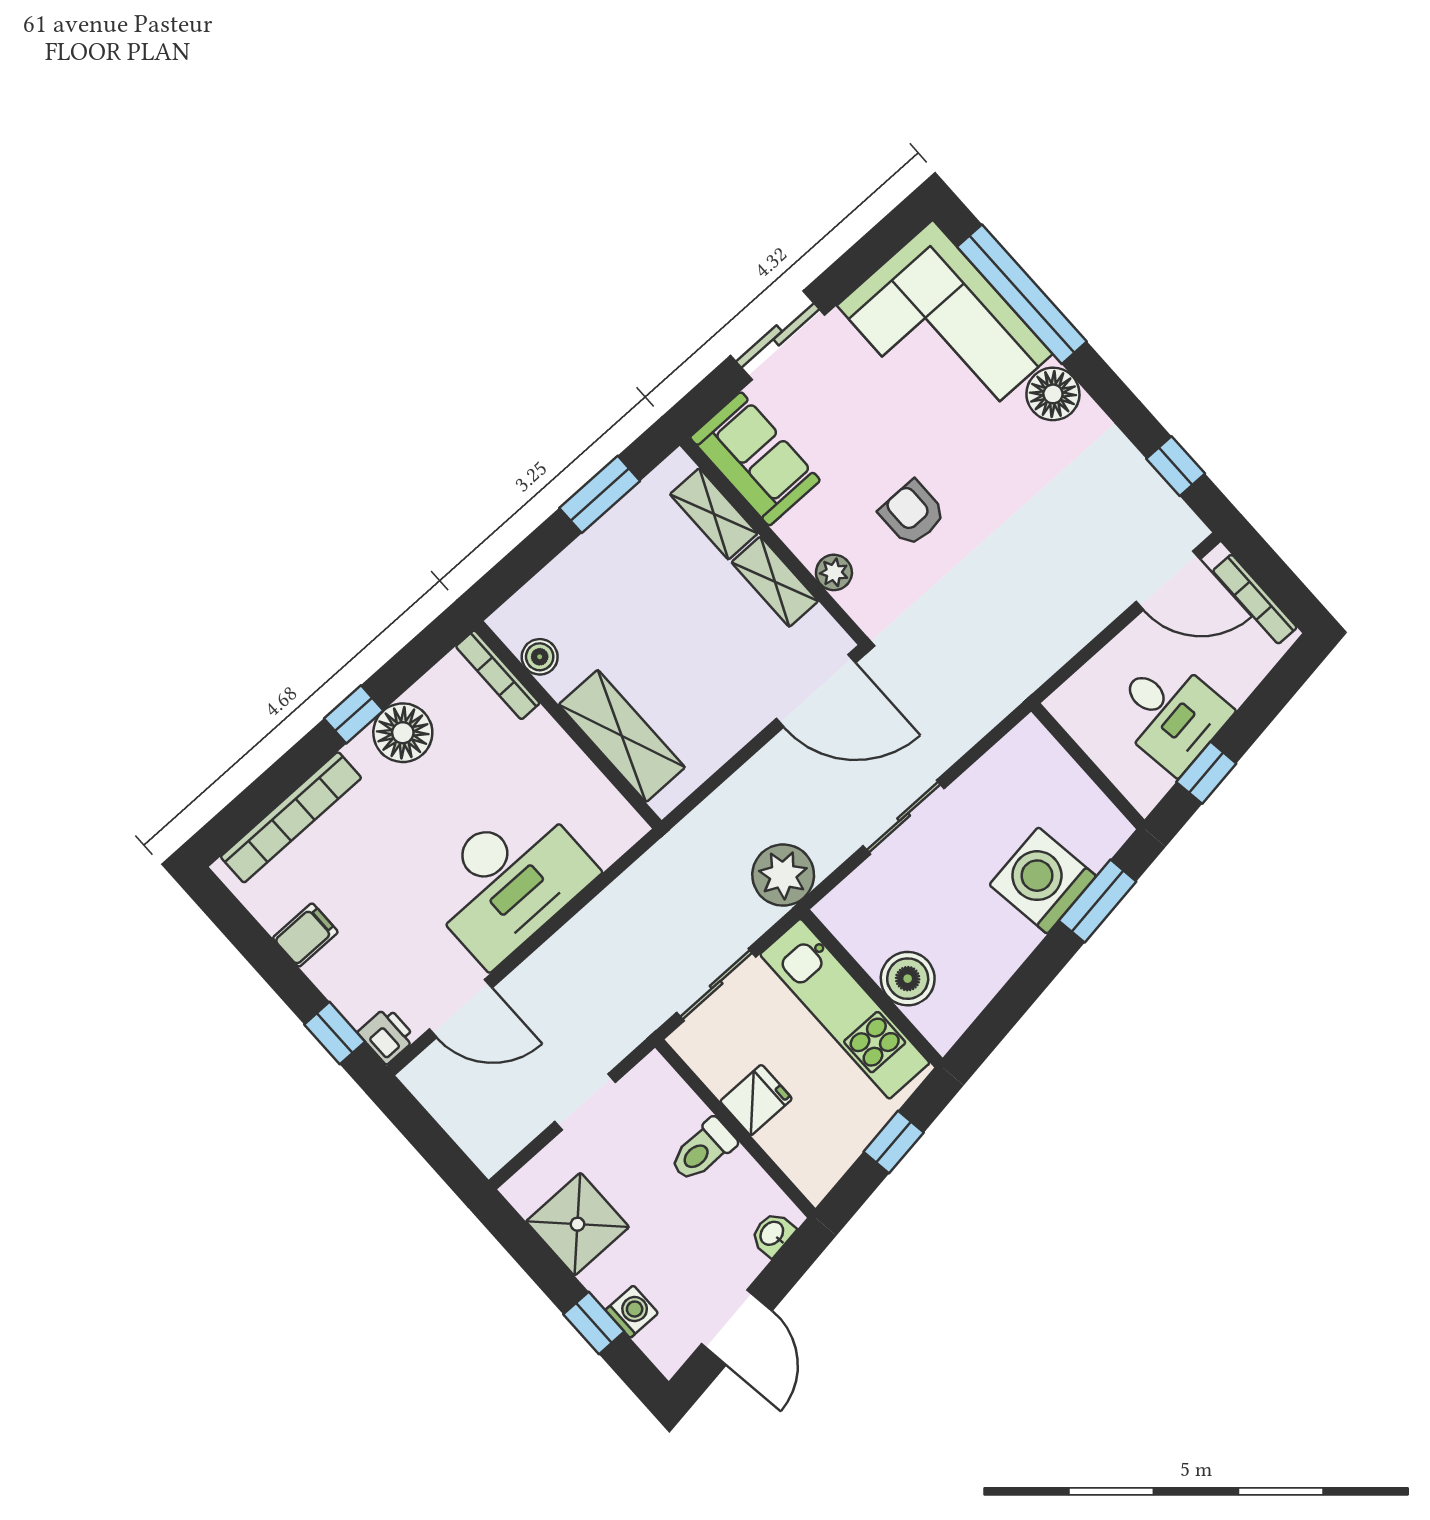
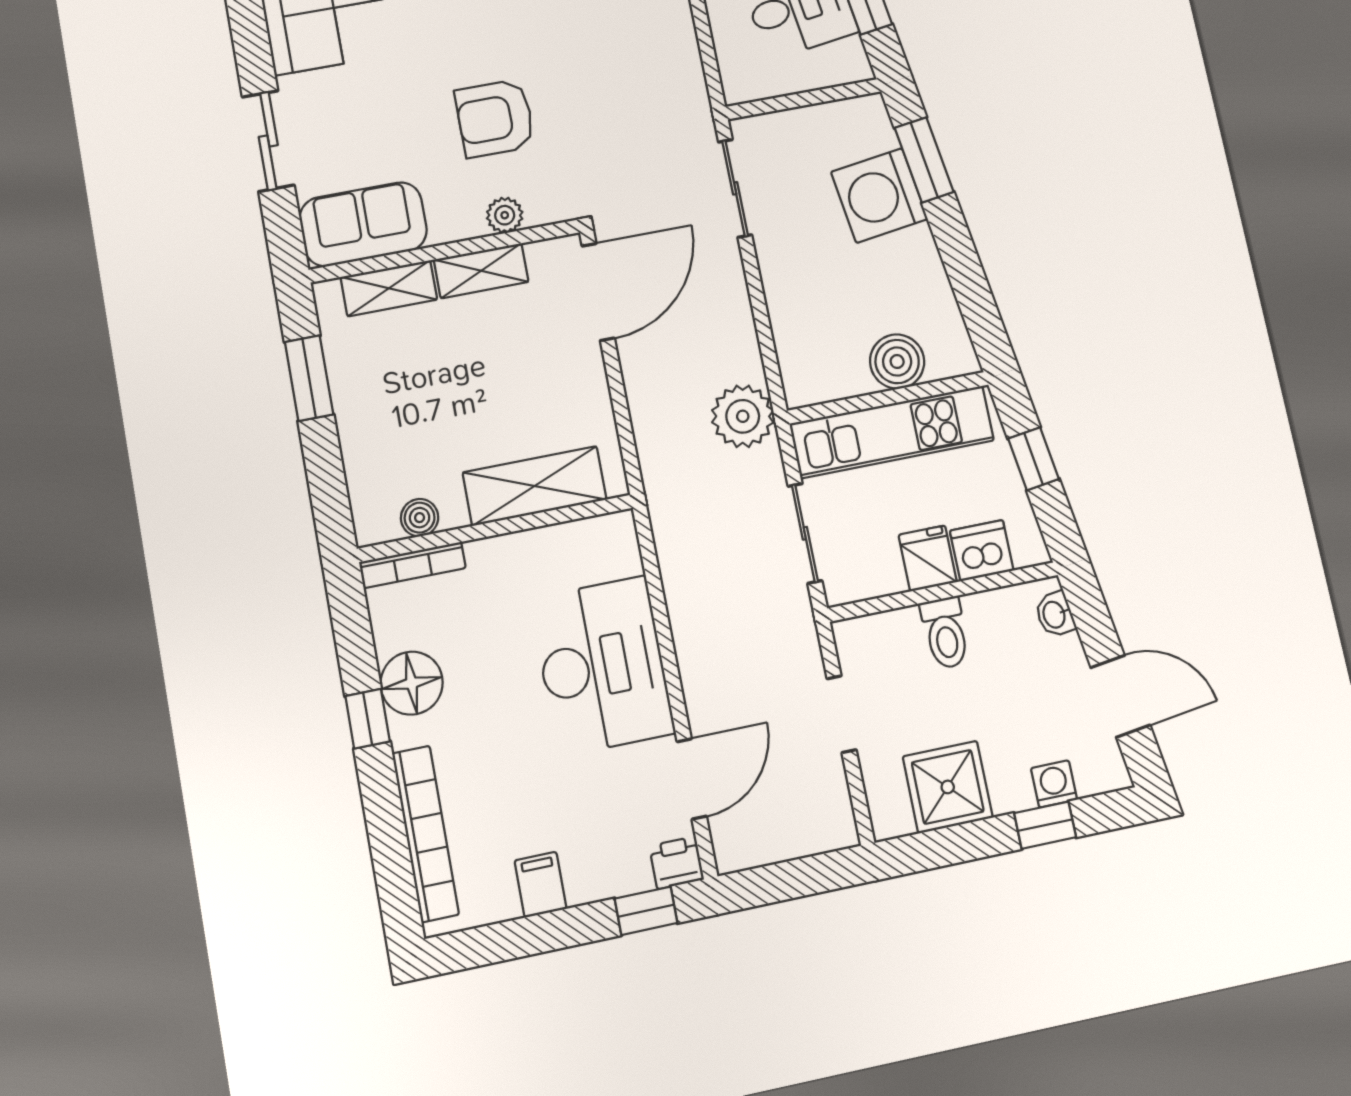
armchair: (912, 513) -> (495, 118), width x1.38, depth x1.38
sliding door: (904, 817) -> (735, 188), moved
dishwasher: (790, 1142) -> (982, 551), added

